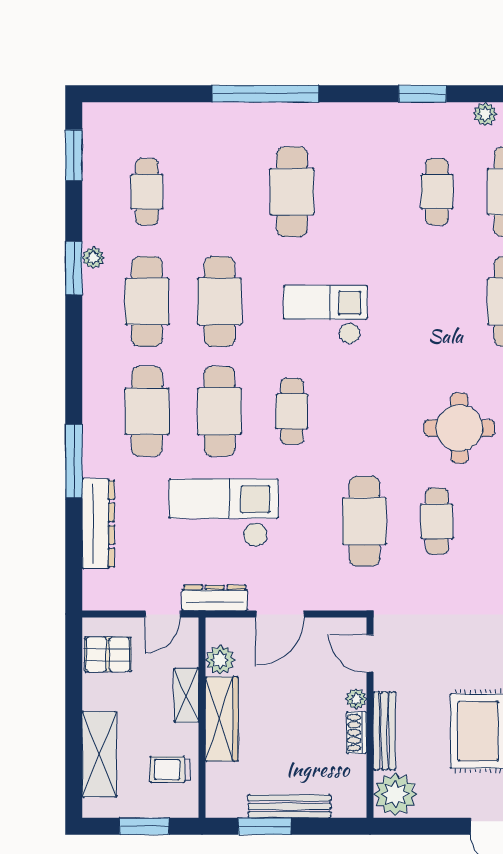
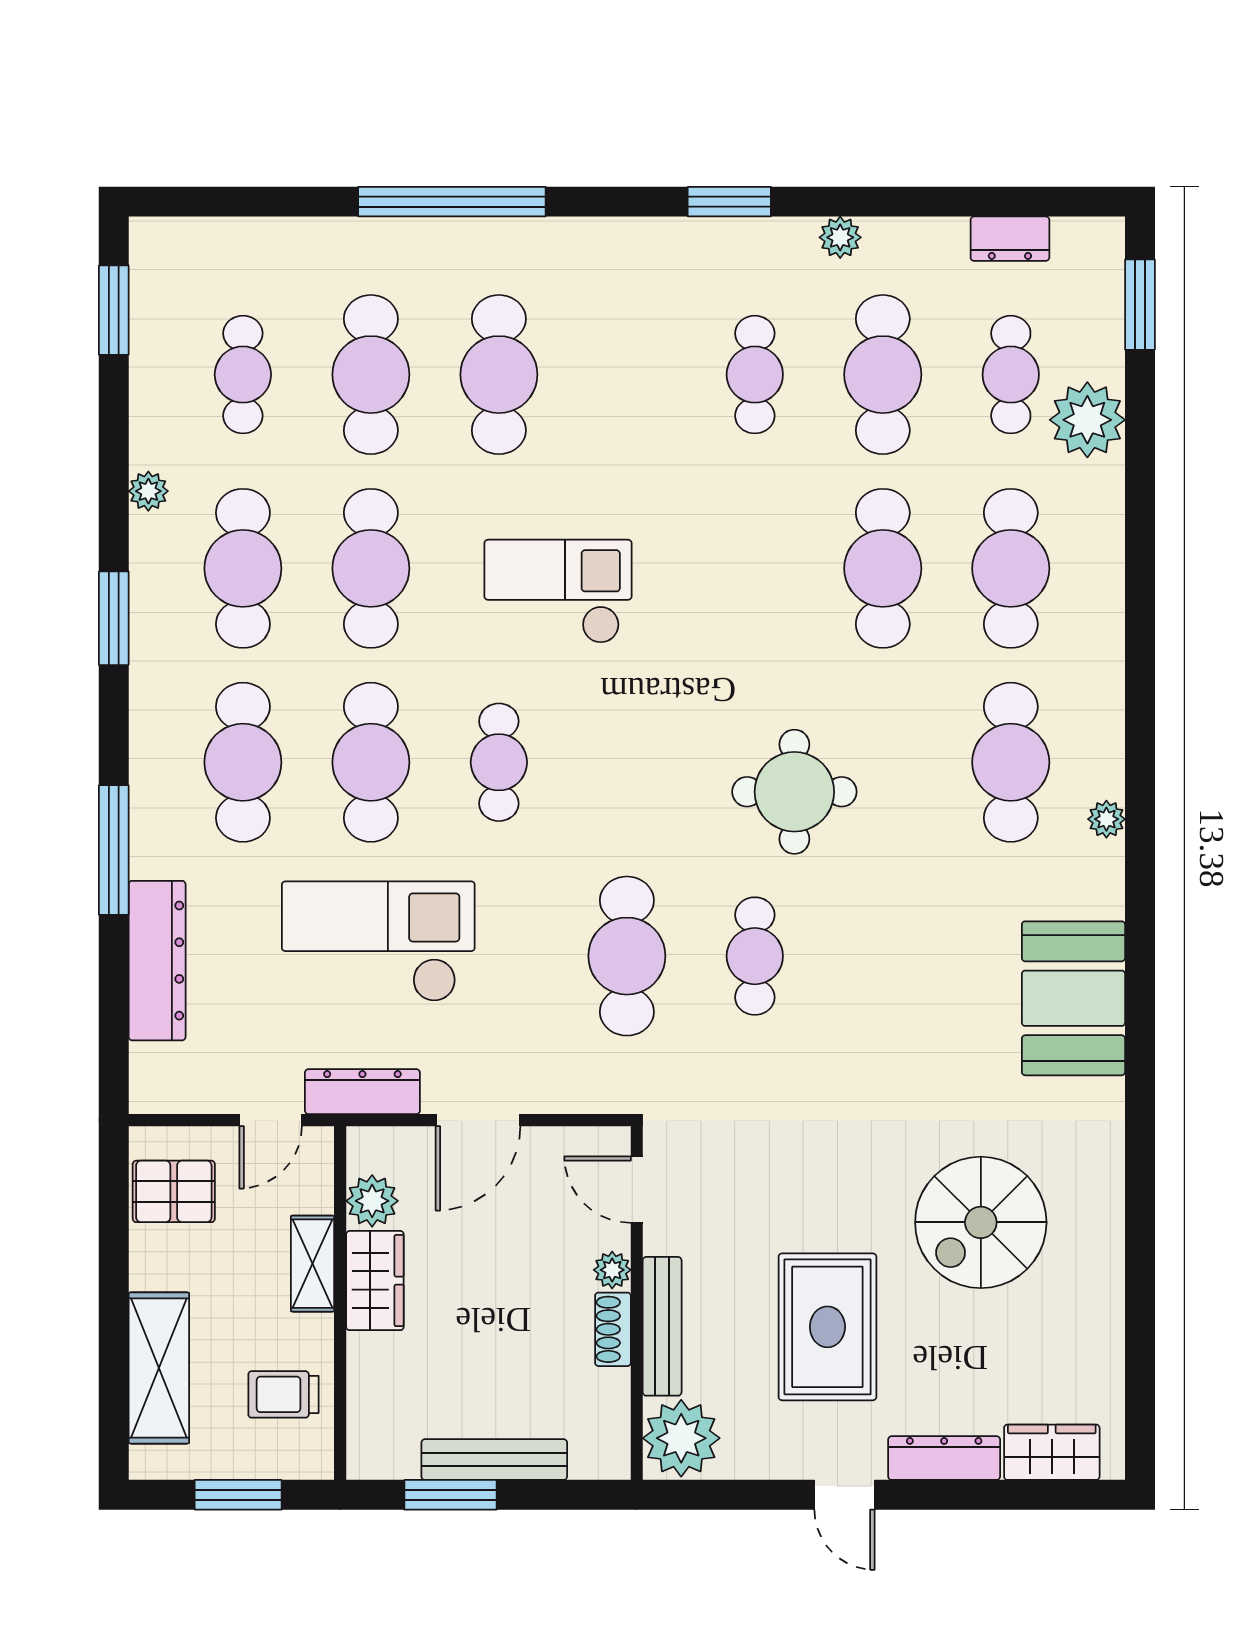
cafe table: (219, 192) -> (371, 375), added
window: (74, 268) -> (114, 618), moved
wardrobe: (222, 719) -> (375, 1281), width x0.67

